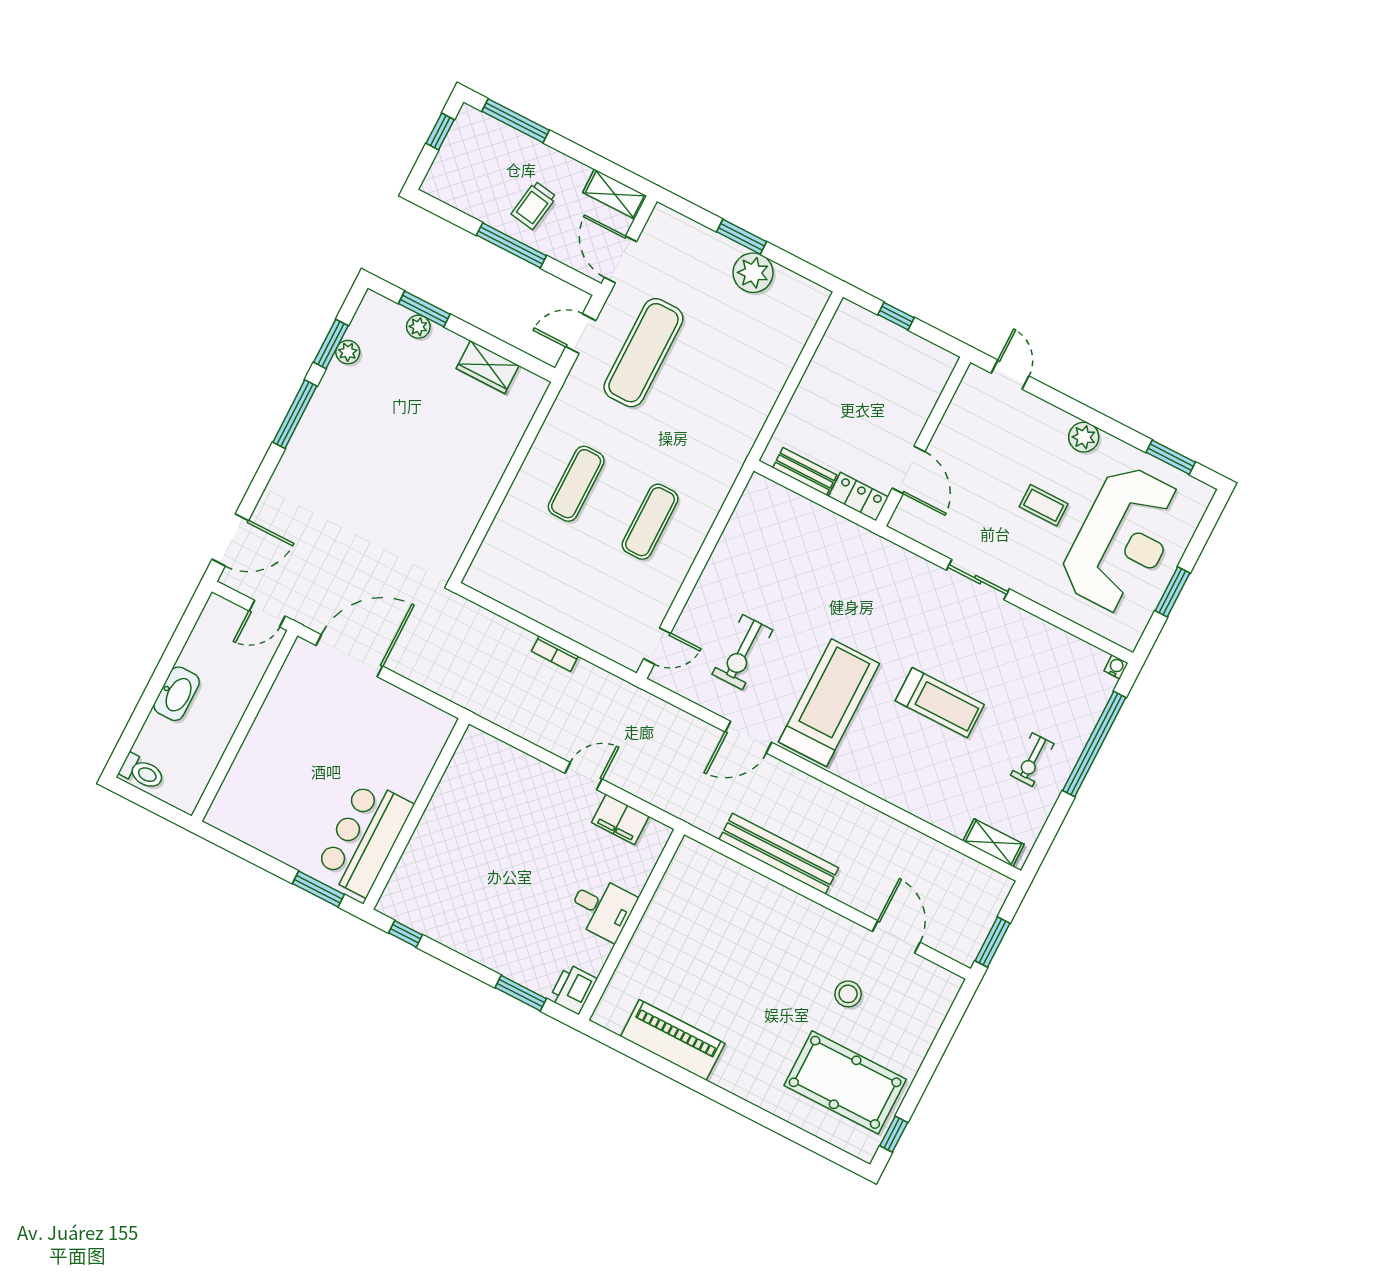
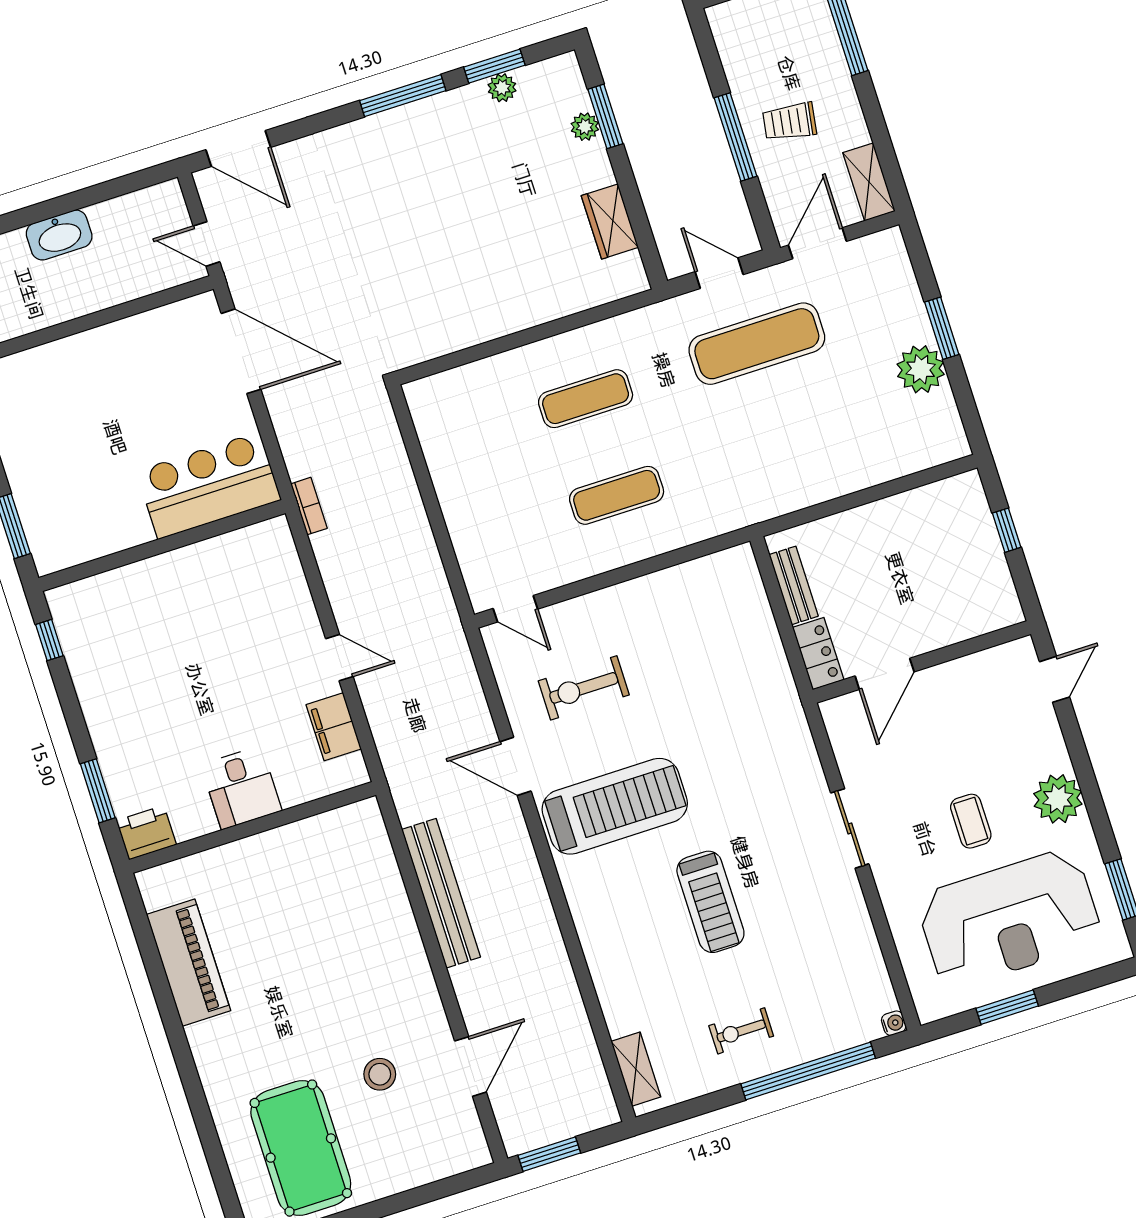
plant: (1084, 437) -> (1058, 799), width x1.36, depth x1.36
bookcase: (555, 654) -> (309, 506), moved, turned 180
bar counter: (364, 838) -> (209, 486), moved

